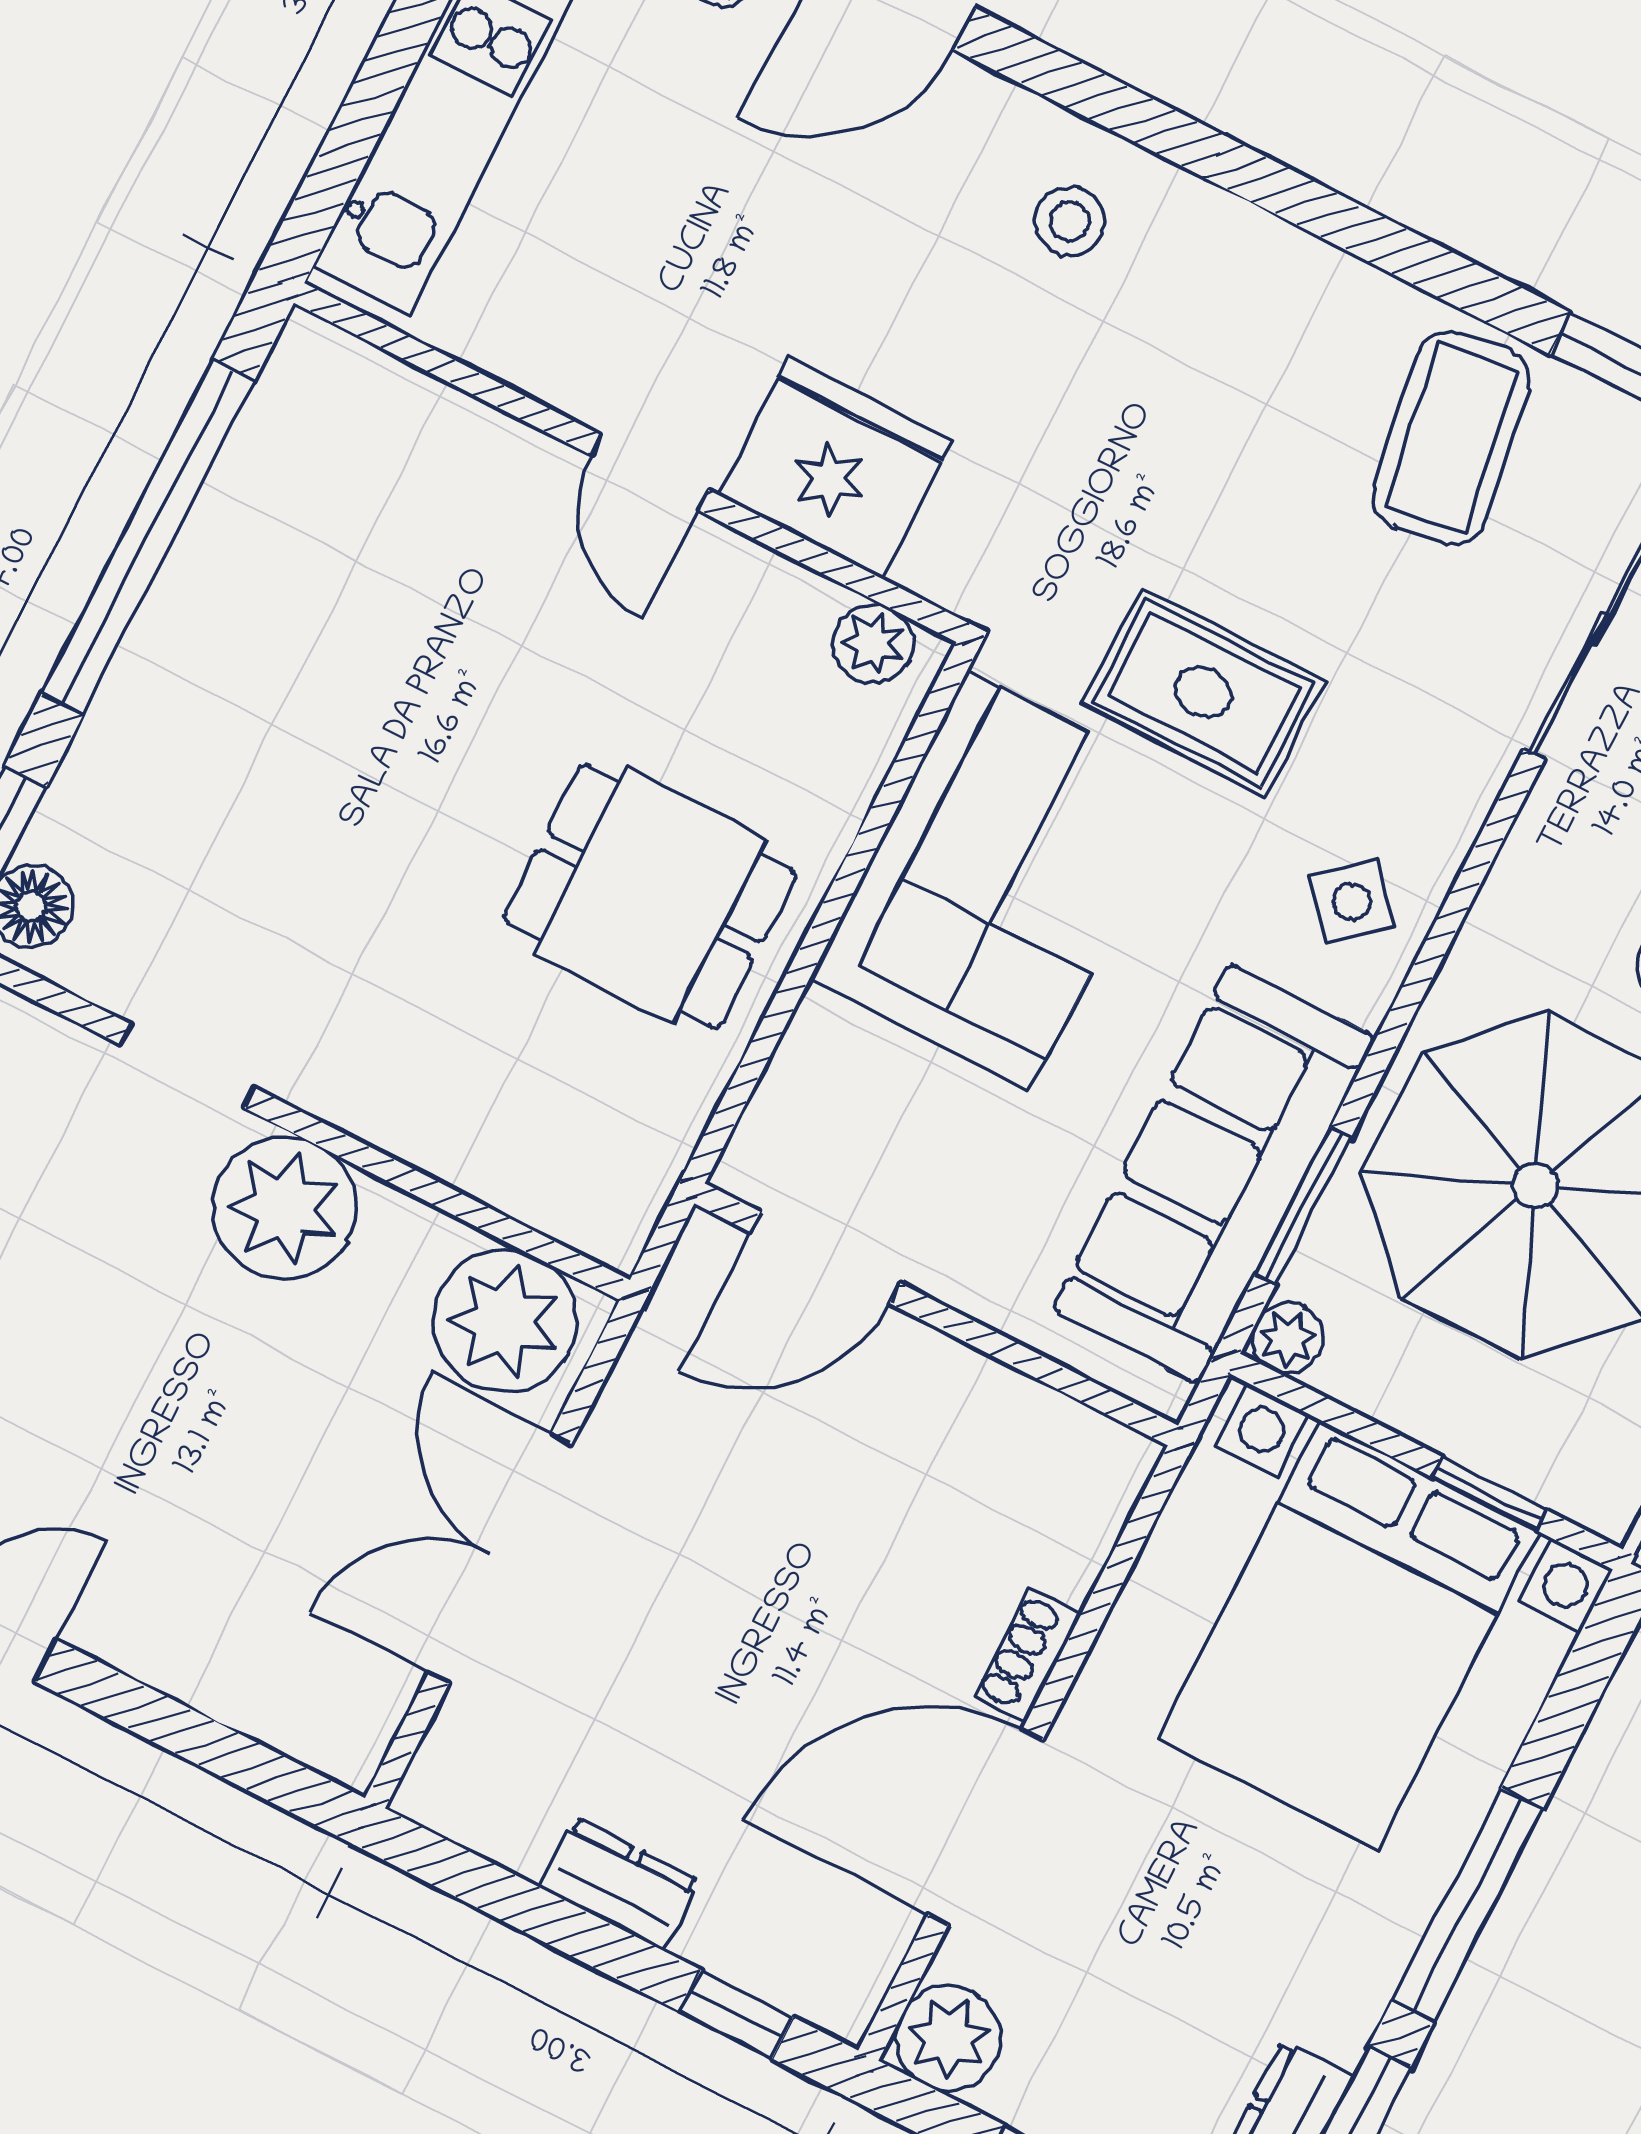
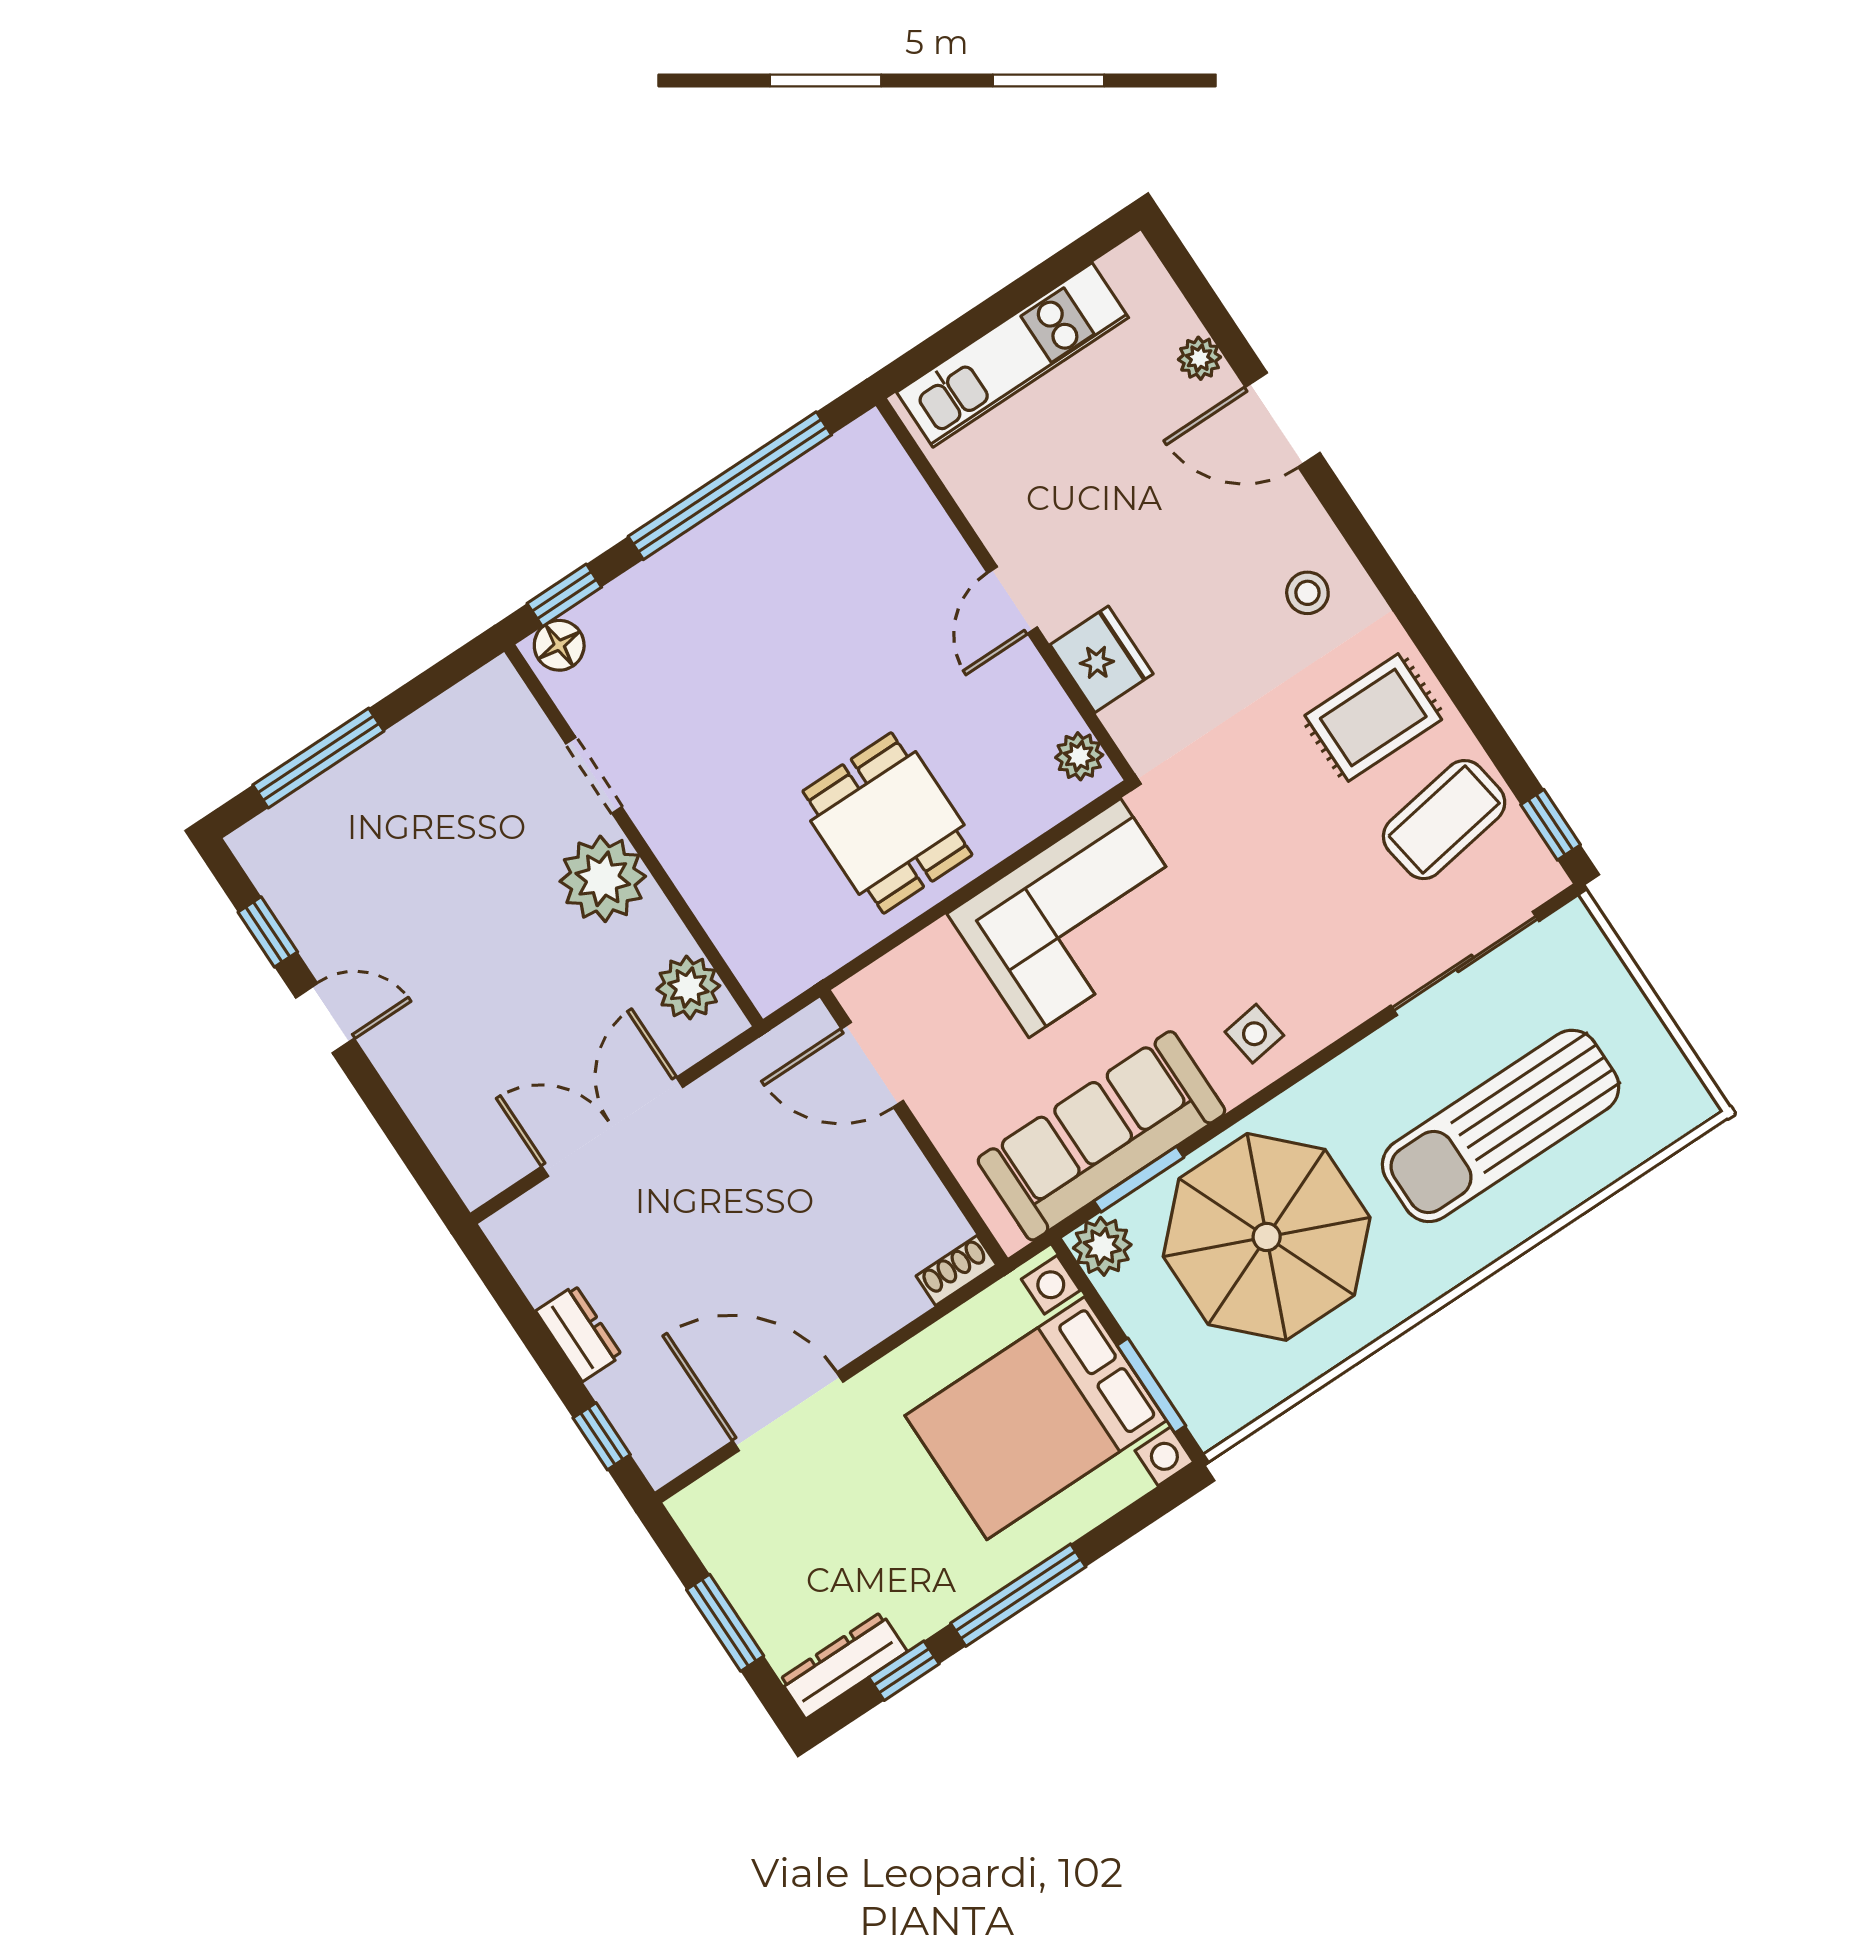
fridge: (835, 468) -> (1102, 659), width x0.73, depth x0.75
rug: (1203, 692) -> (1373, 718), moved, turned 90
side table: (1352, 902) -> (1254, 1034), turned 33
plant: (505, 1321) -> (688, 987), width x0.73, depth x0.73
plant: (1287, 1338) -> (1102, 1246), width x1.38, depth x1.38
window: (1489, 1494) -> (1151, 1385), width x1.50
shoe rack: (1027, 1656) -> (956, 1271), moved
plant: (948, 2038) -> (706, 1511), removed

